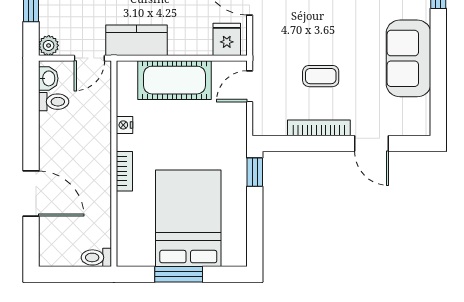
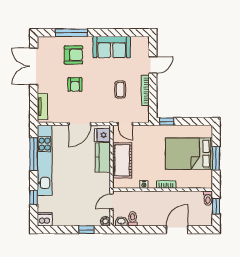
kitchen counter: (136, 40) -> (103, 157), moved
door: (89, 58) -> (111, 201), swing flipped
window: (80, 274) -> (216, 206), added

